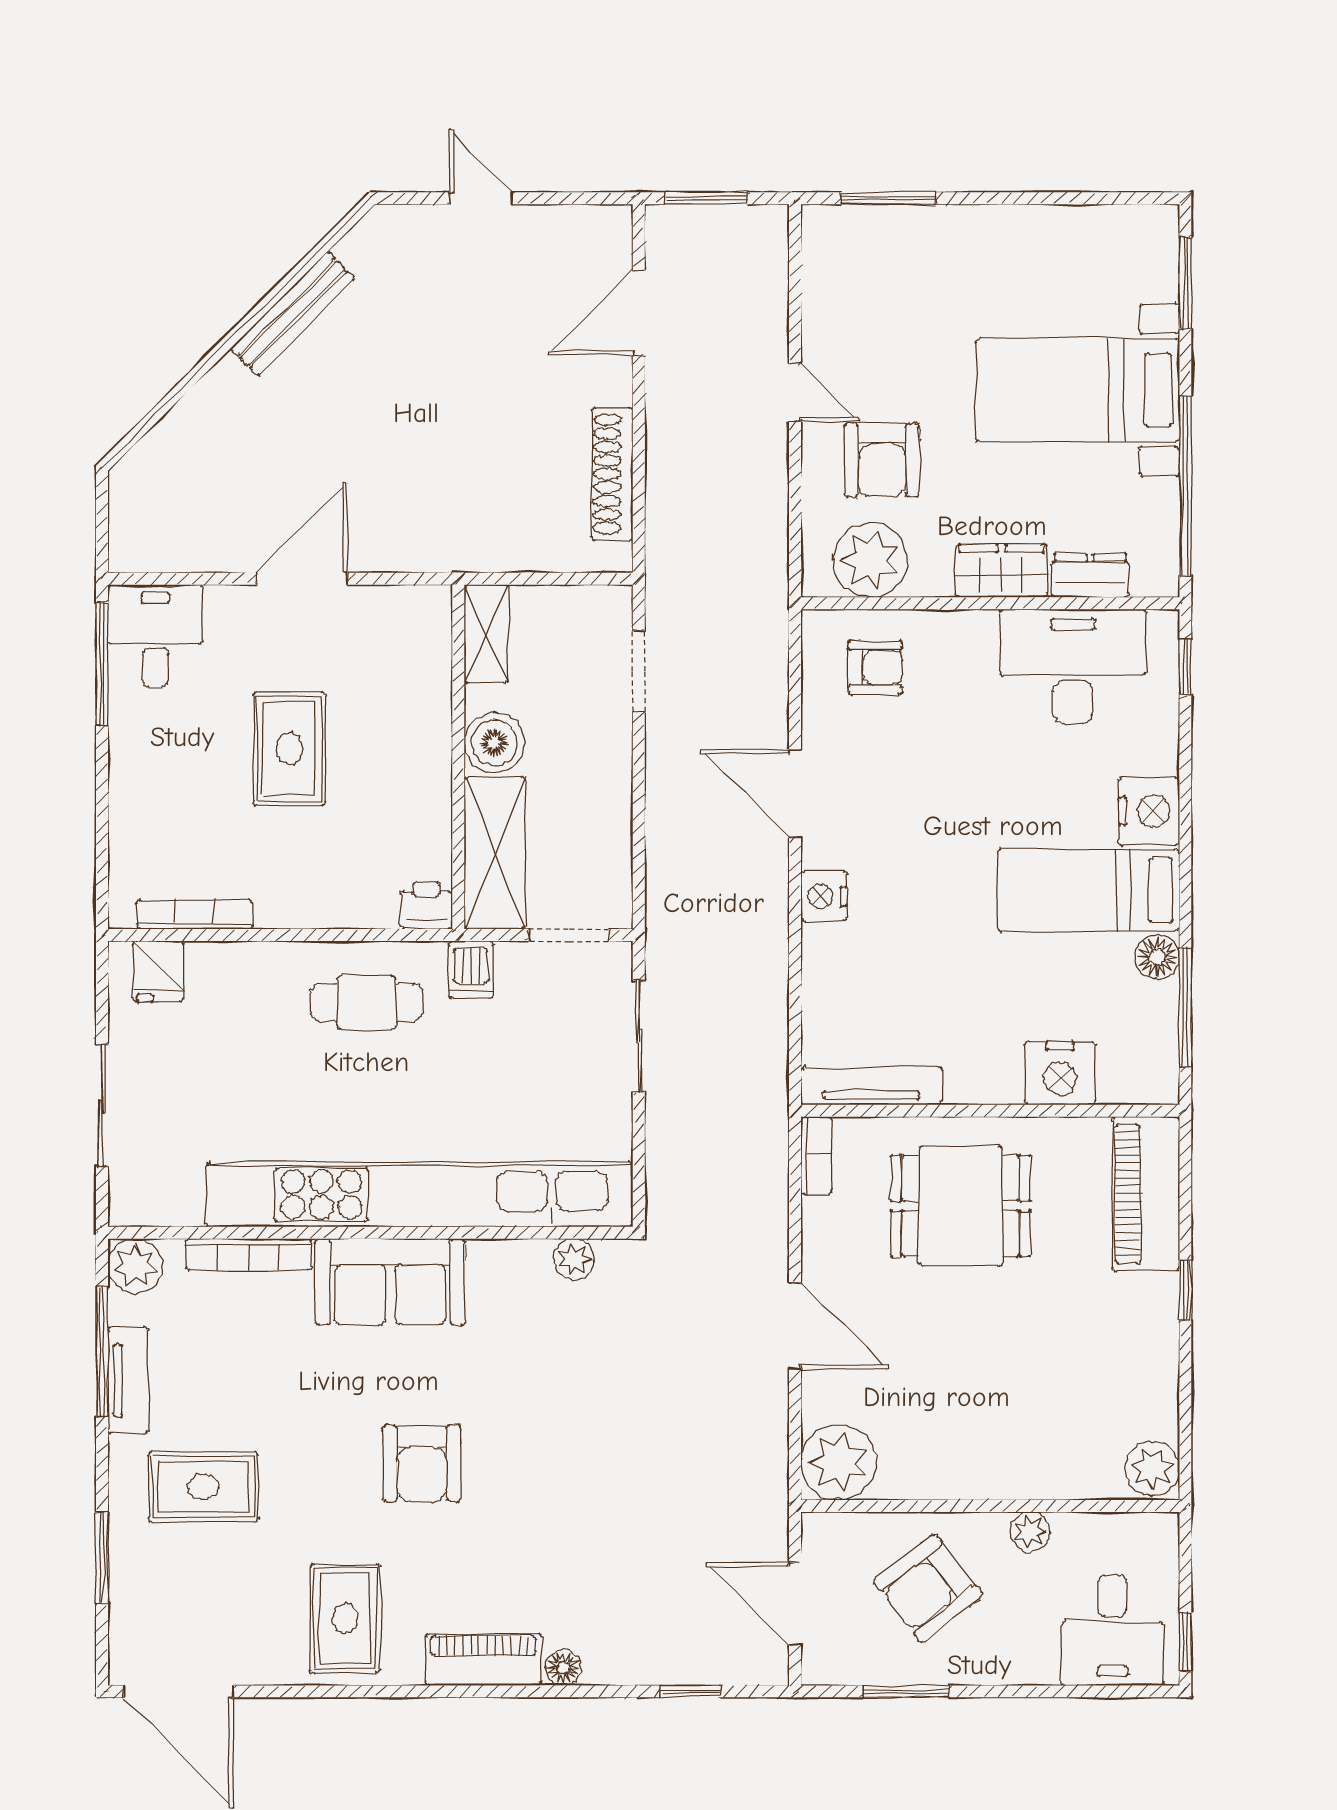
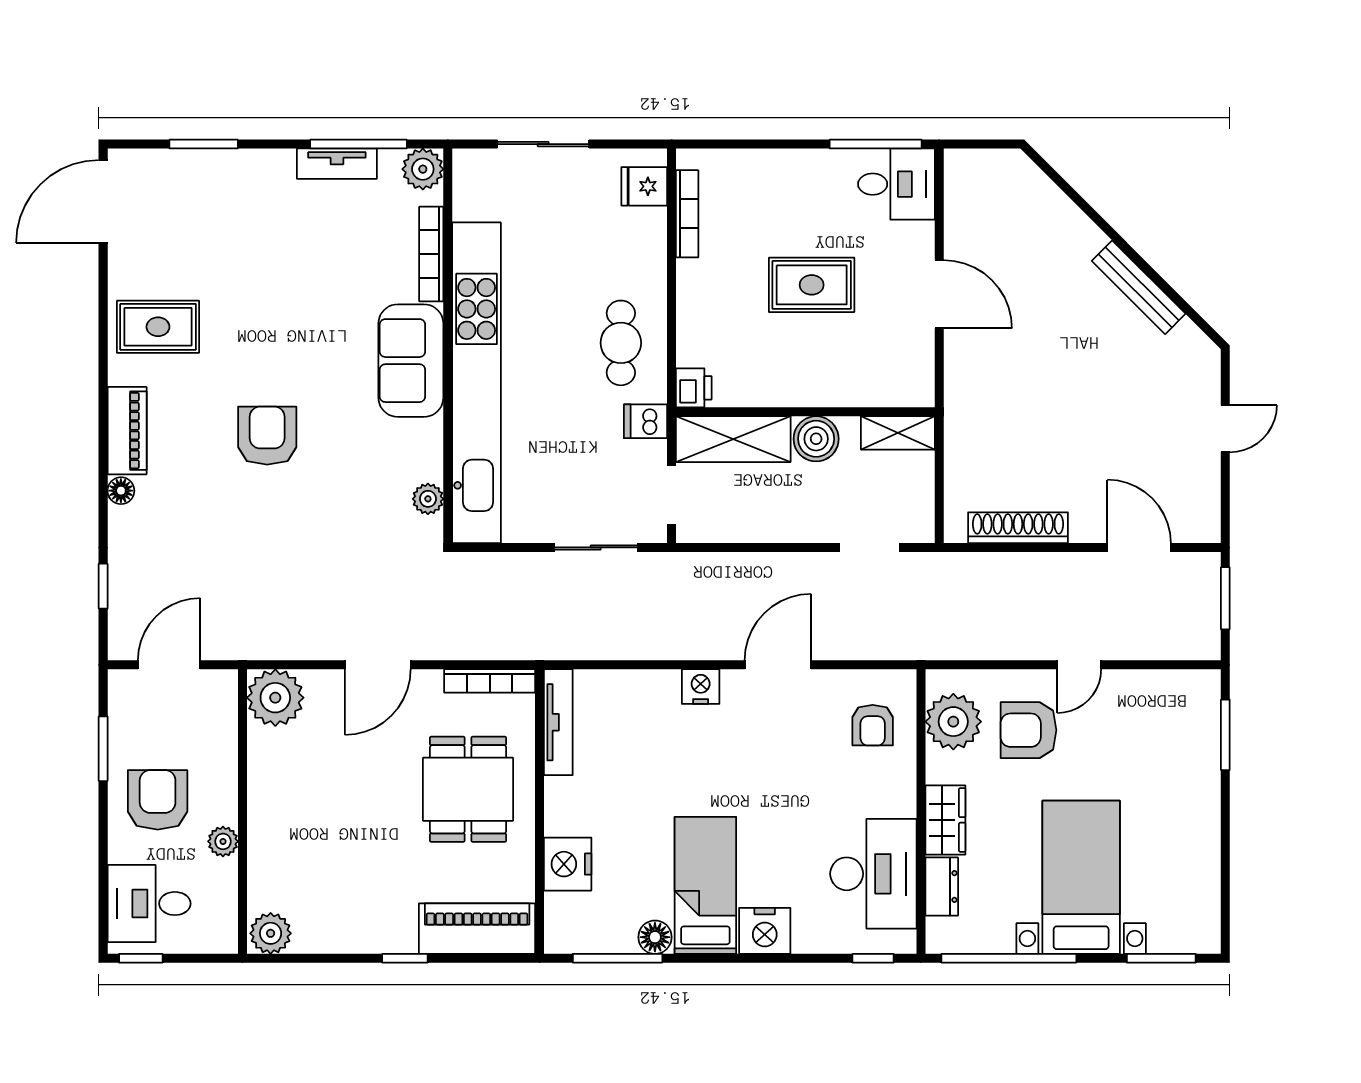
bookcase: (816, 1155) -> (490, 681), width x1.56
armchair: (422, 1463) -> (267, 436), moved, turned 90
rug: (204, 1487) -> (257, 220), removed
armchair: (928, 1588) -> (158, 800), moved, turned 38

